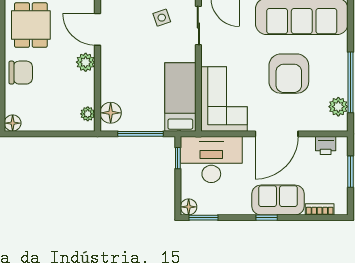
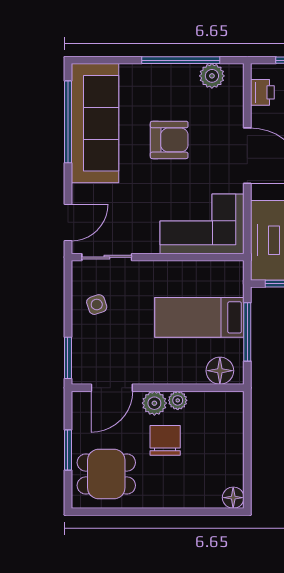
chair: (21, 73) -> (165, 440), moved
armchair: (289, 74) -> (169, 140), width x0.73, depth x0.73
bed: (180, 97) -> (199, 317), moved
plant: (88, 114) -> (178, 400), moved

